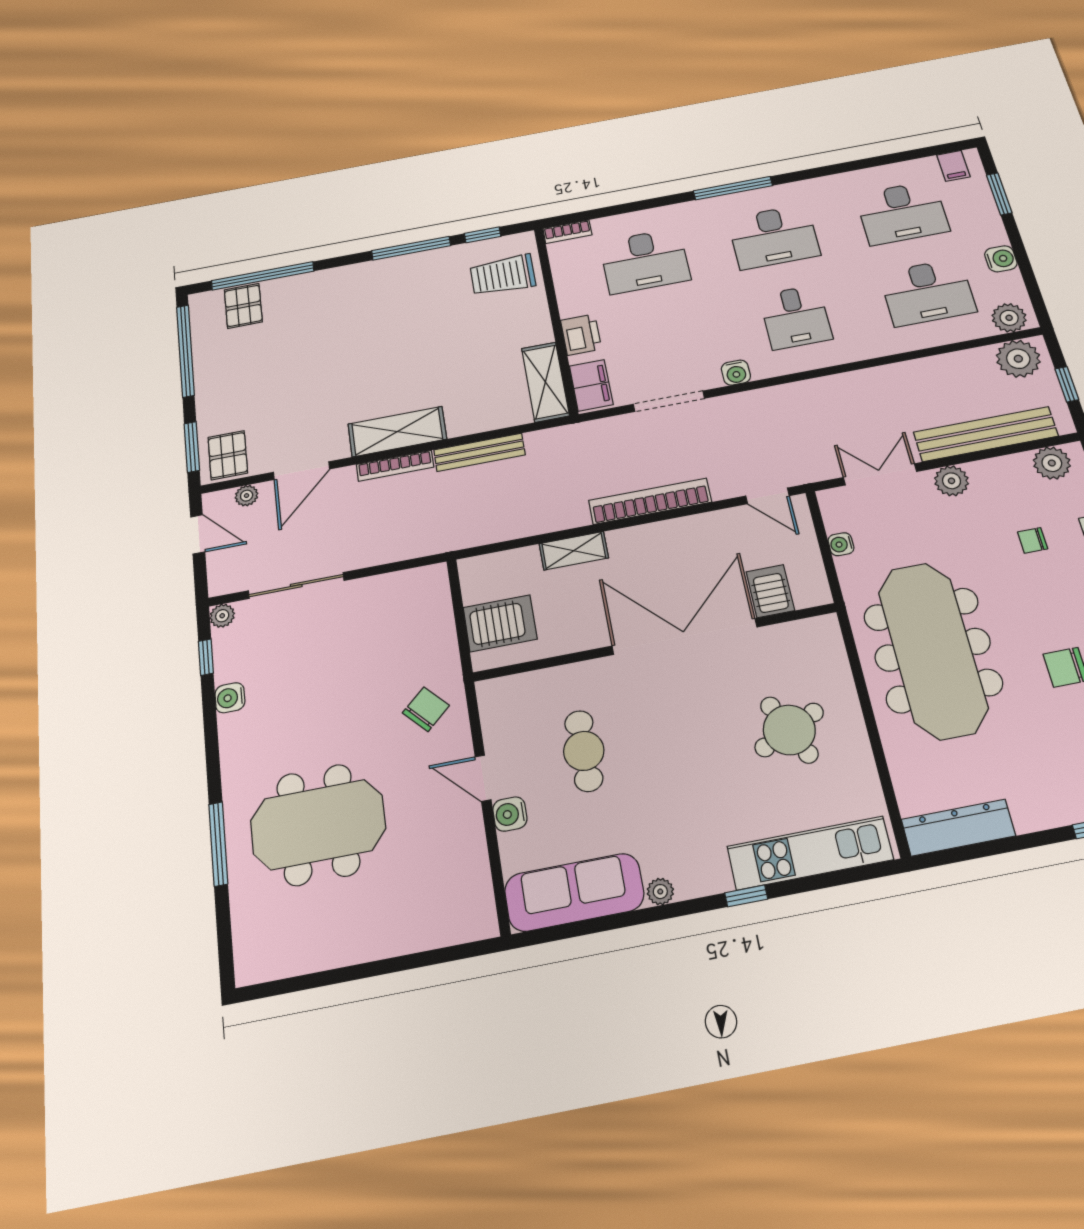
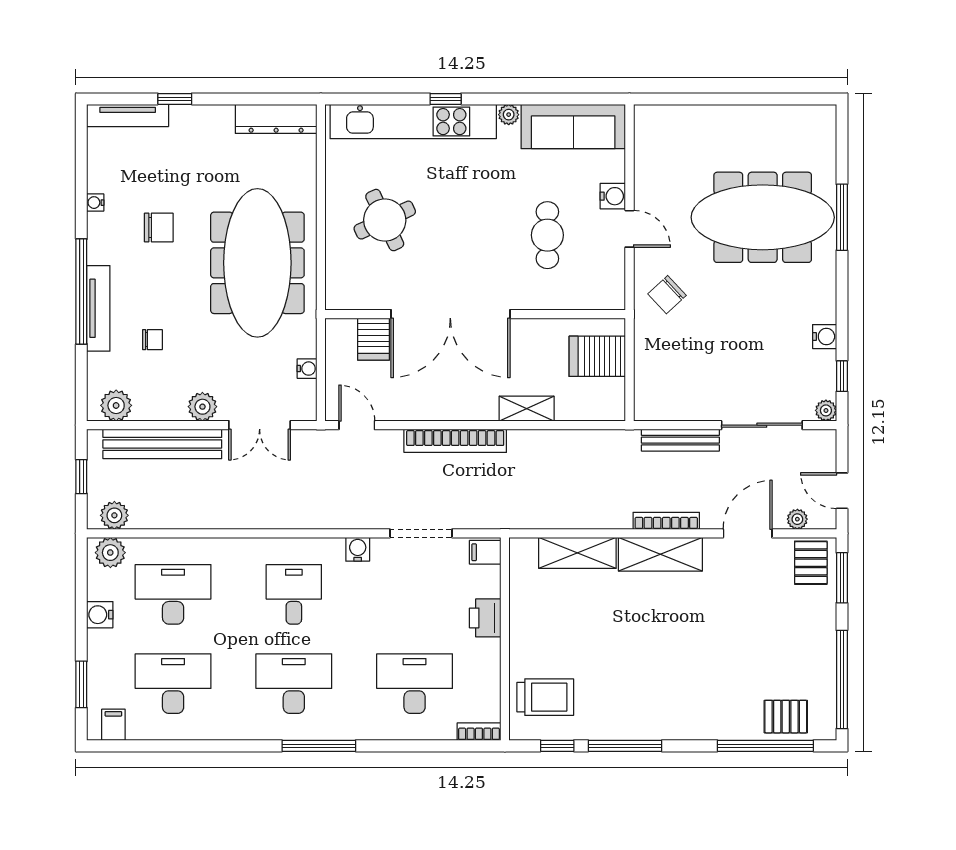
pallet: (243, 306) -> (786, 717), turned 90
plant: (1018, 359) -> (114, 515), width x0.73, depth x0.73
shelving: (545, 382) -> (577, 553), moved, turned 90
filing cabinet: (591, 385) -> (485, 552), width x0.50
bench: (479, 452) -> (680, 440), moved
meeting table: (318, 824) -> (763, 217), width x1.36
kitchen unit: (810, 853) -> (413, 122), width x1.36

